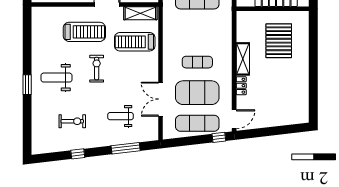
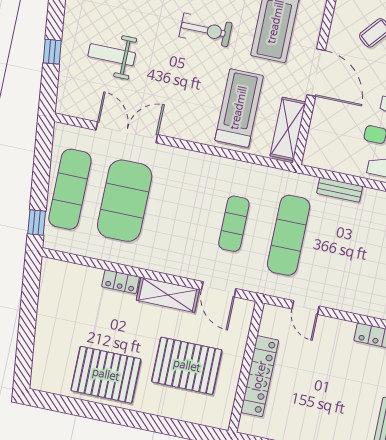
exercise mat: (197, 62) -> (234, 224), moved
pallet: (293, 83) -> (106, 375), added
weight bench: (121, 116) -> (112, 55), turned -90
door: (234, 119) -> (219, 289), moved
window: (126, 148) -> (52, 52), width x0.46

